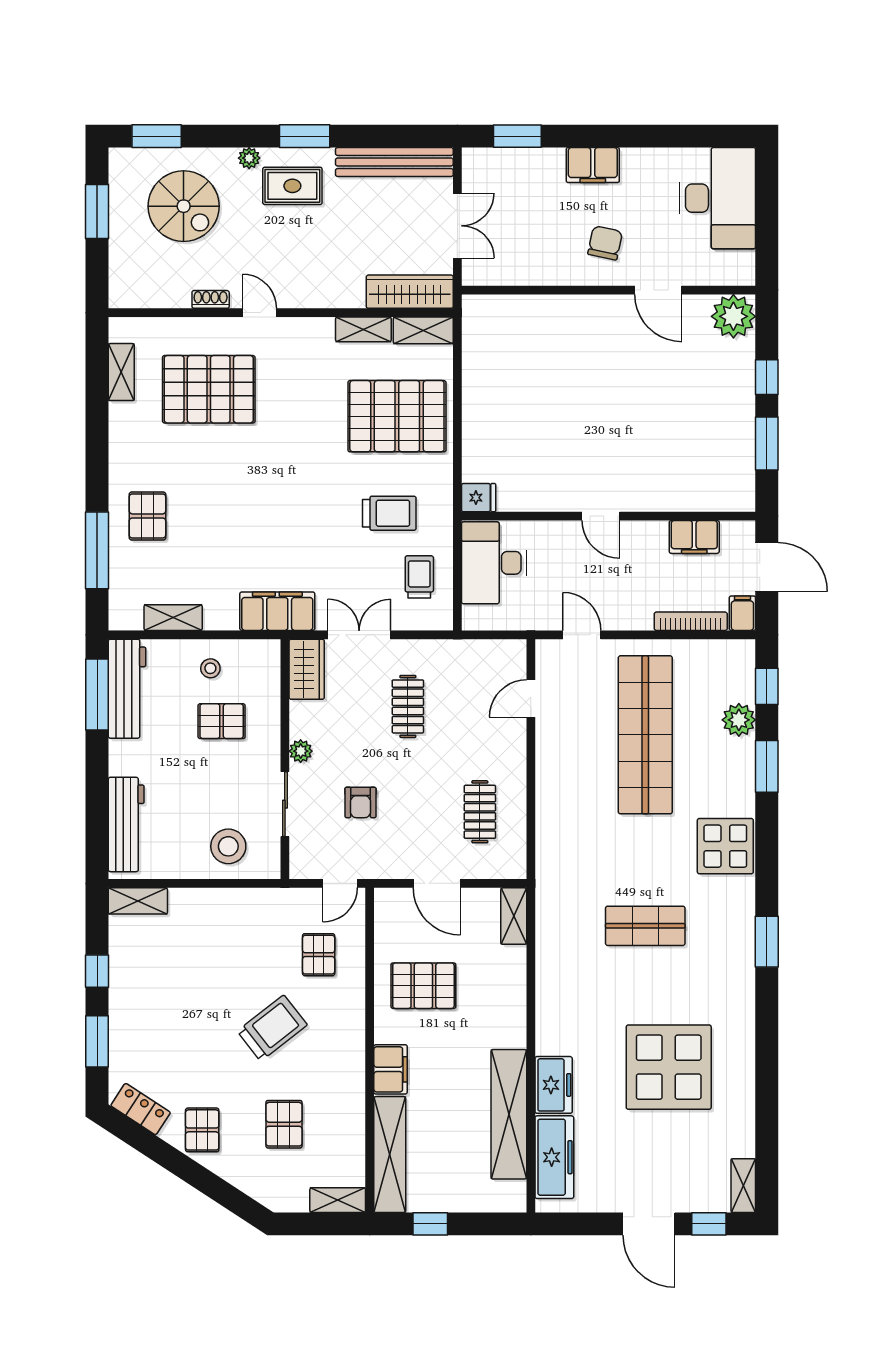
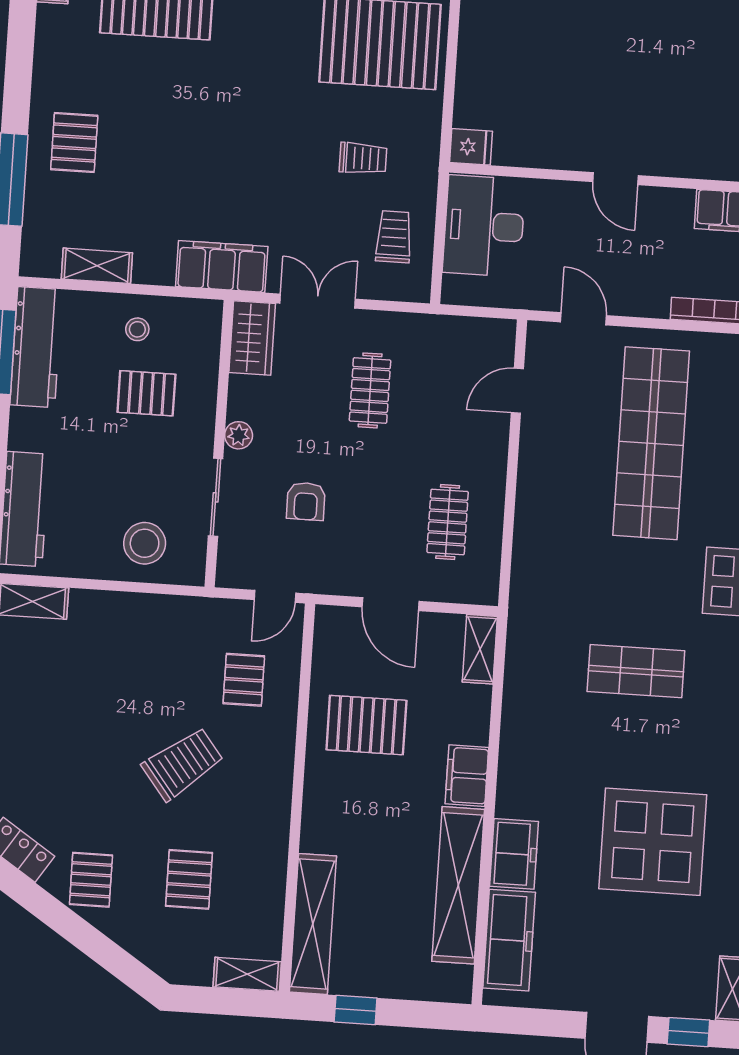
trolley: (389, 513) -> (363, 158), width x0.73, depth x0.72
filing cabinet: (391, 1069) -> (467, 776), moved, turned 180

